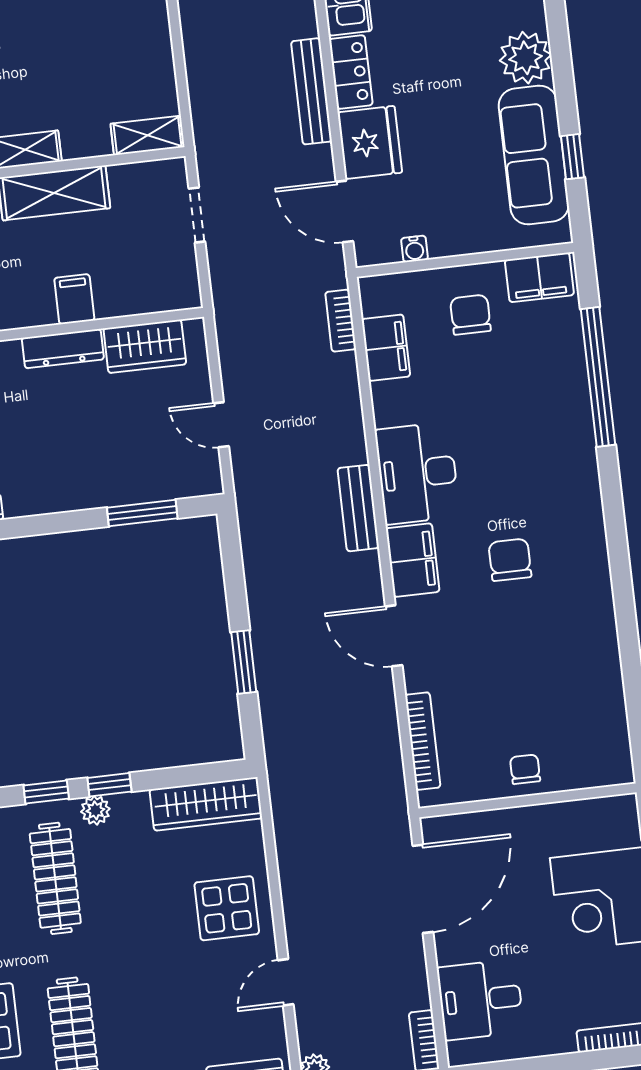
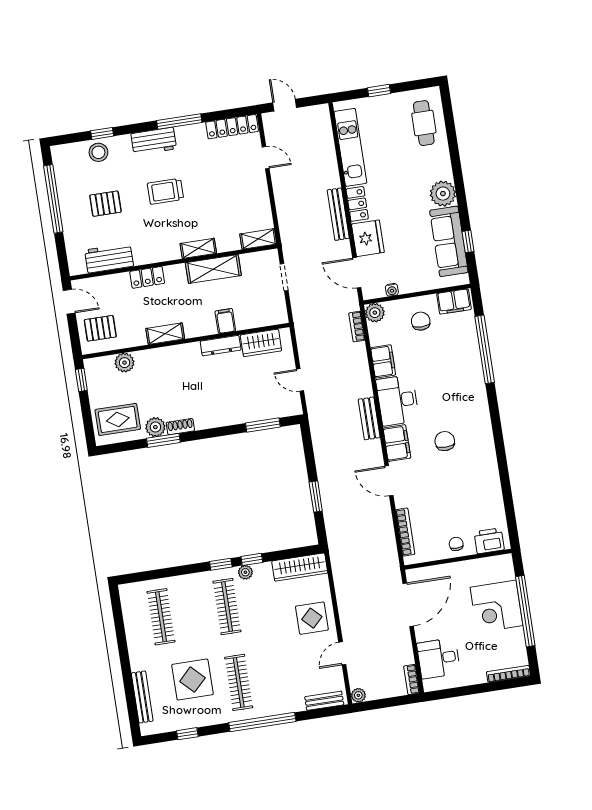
plant: (378, 294) -> (375, 313), added
filing cabinet: (386, 348) -> (383, 361), moved
printer: (592, 765) -> (489, 541), added

